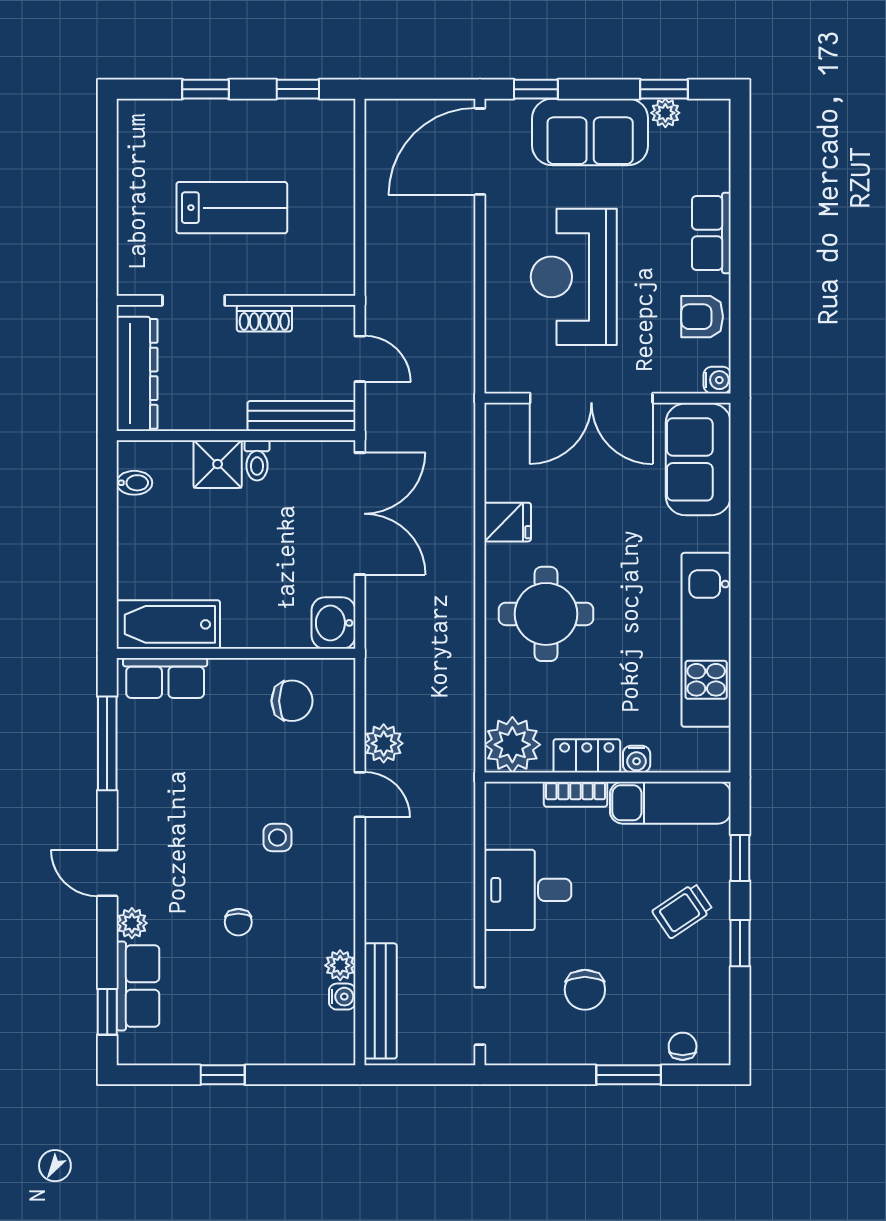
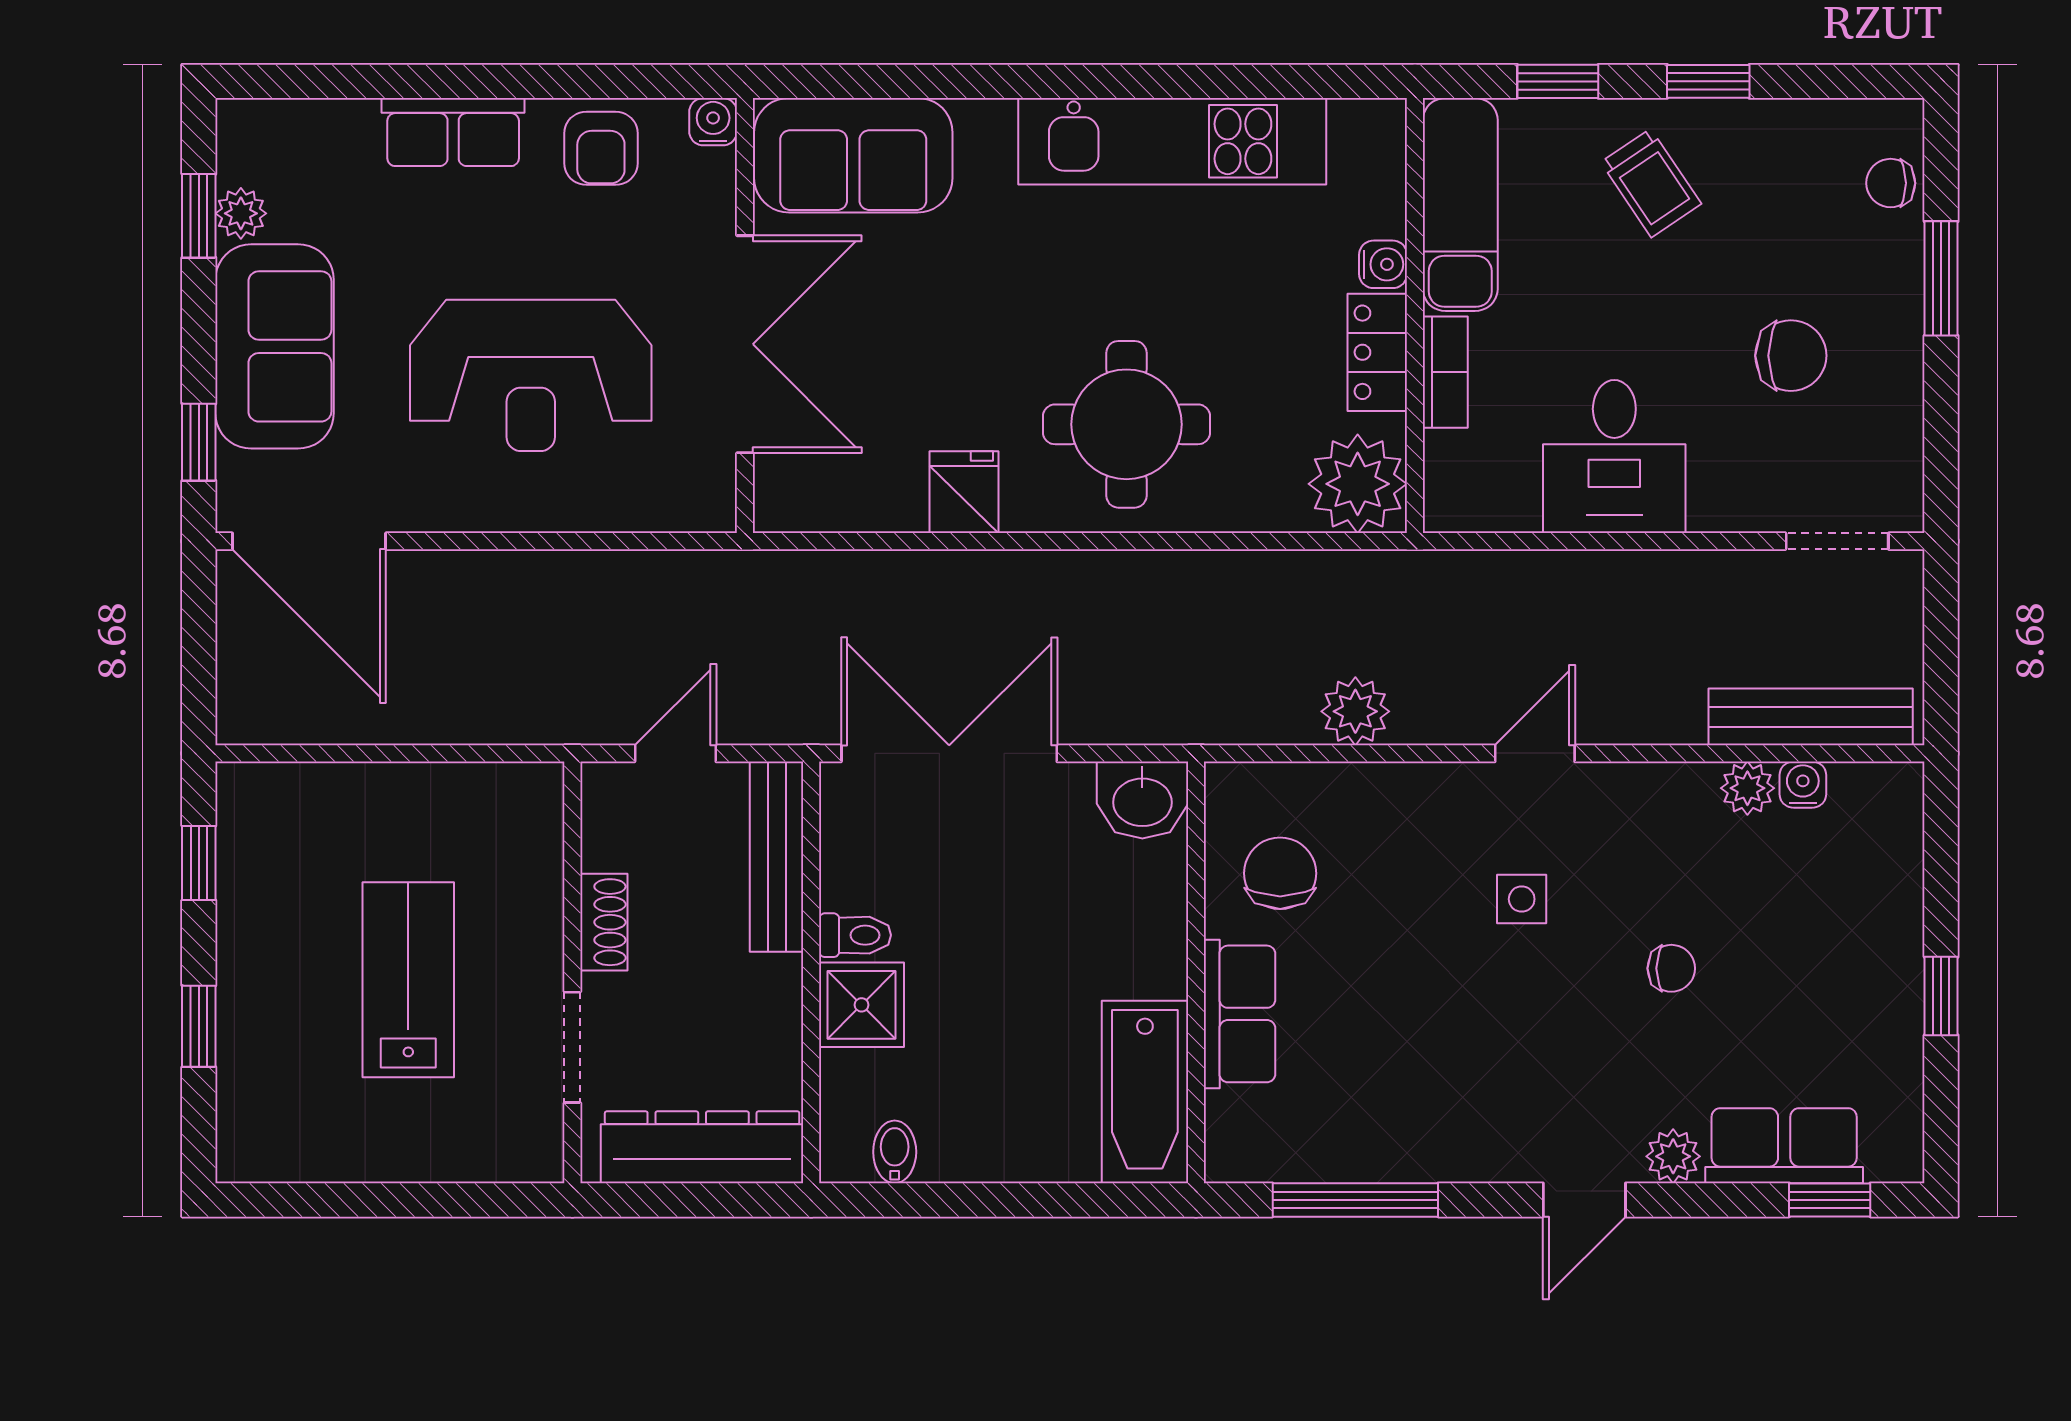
row of seats: (165, 678) -> (1240, 1014), moved
door: (360, 795) -> (1535, 753), moved

